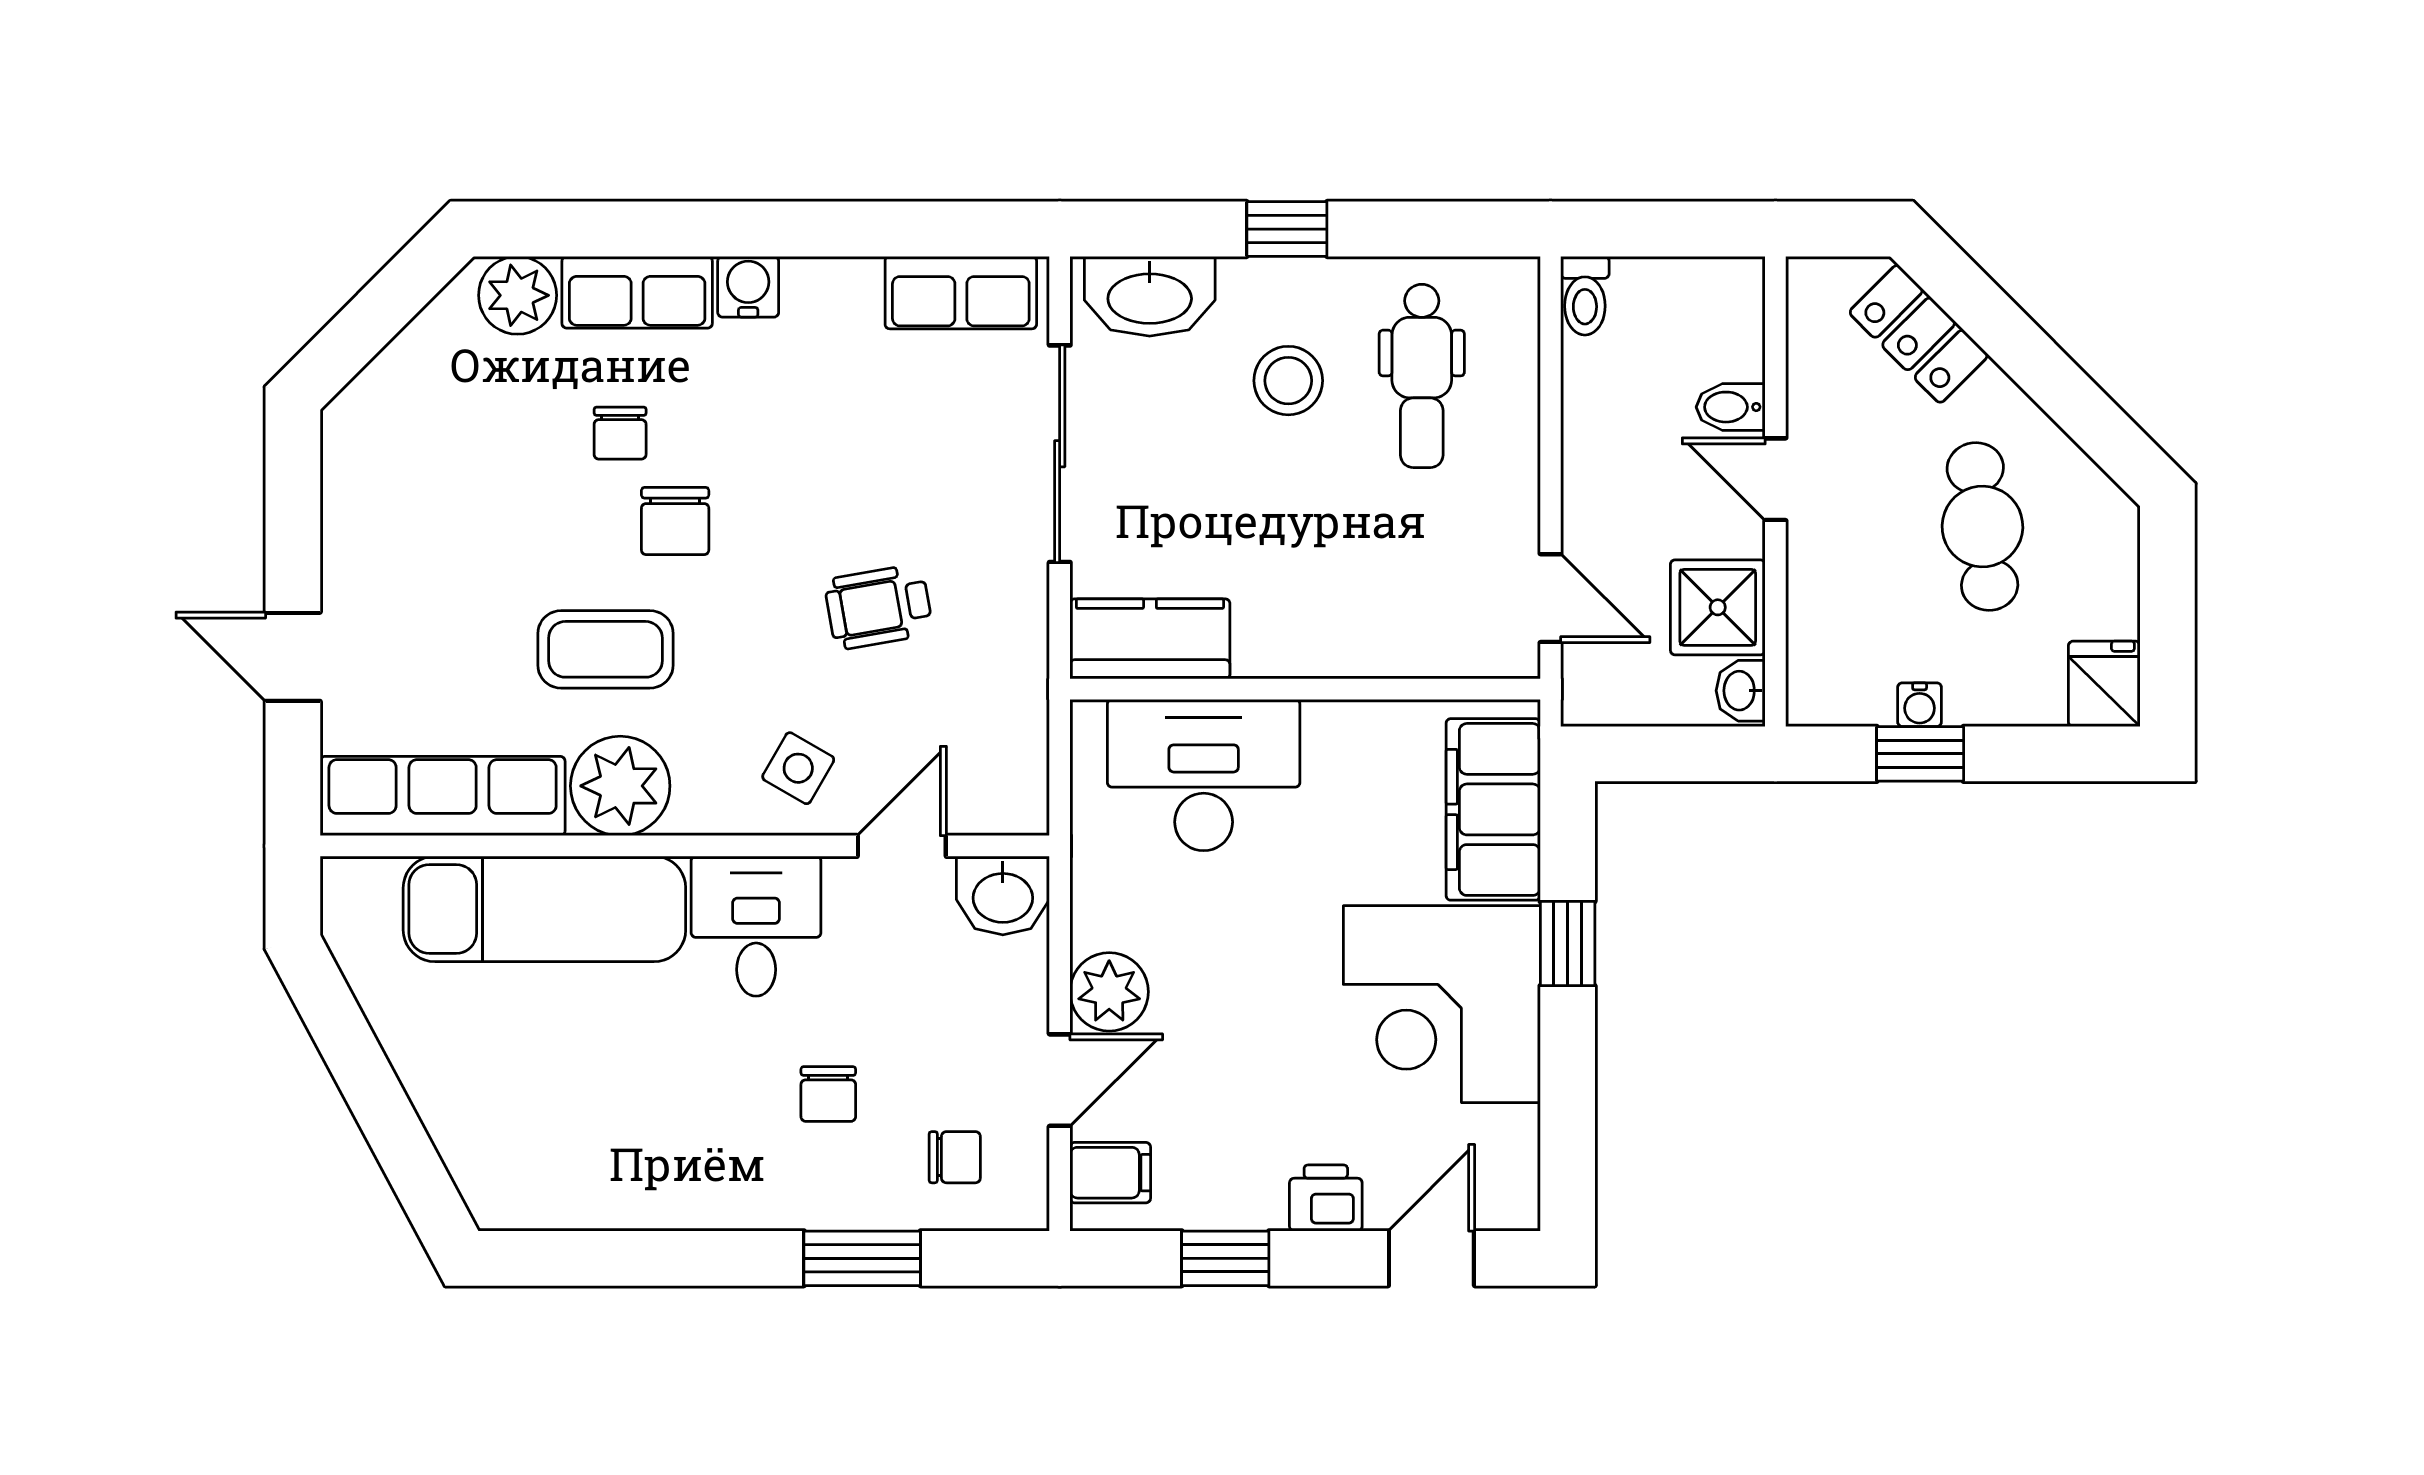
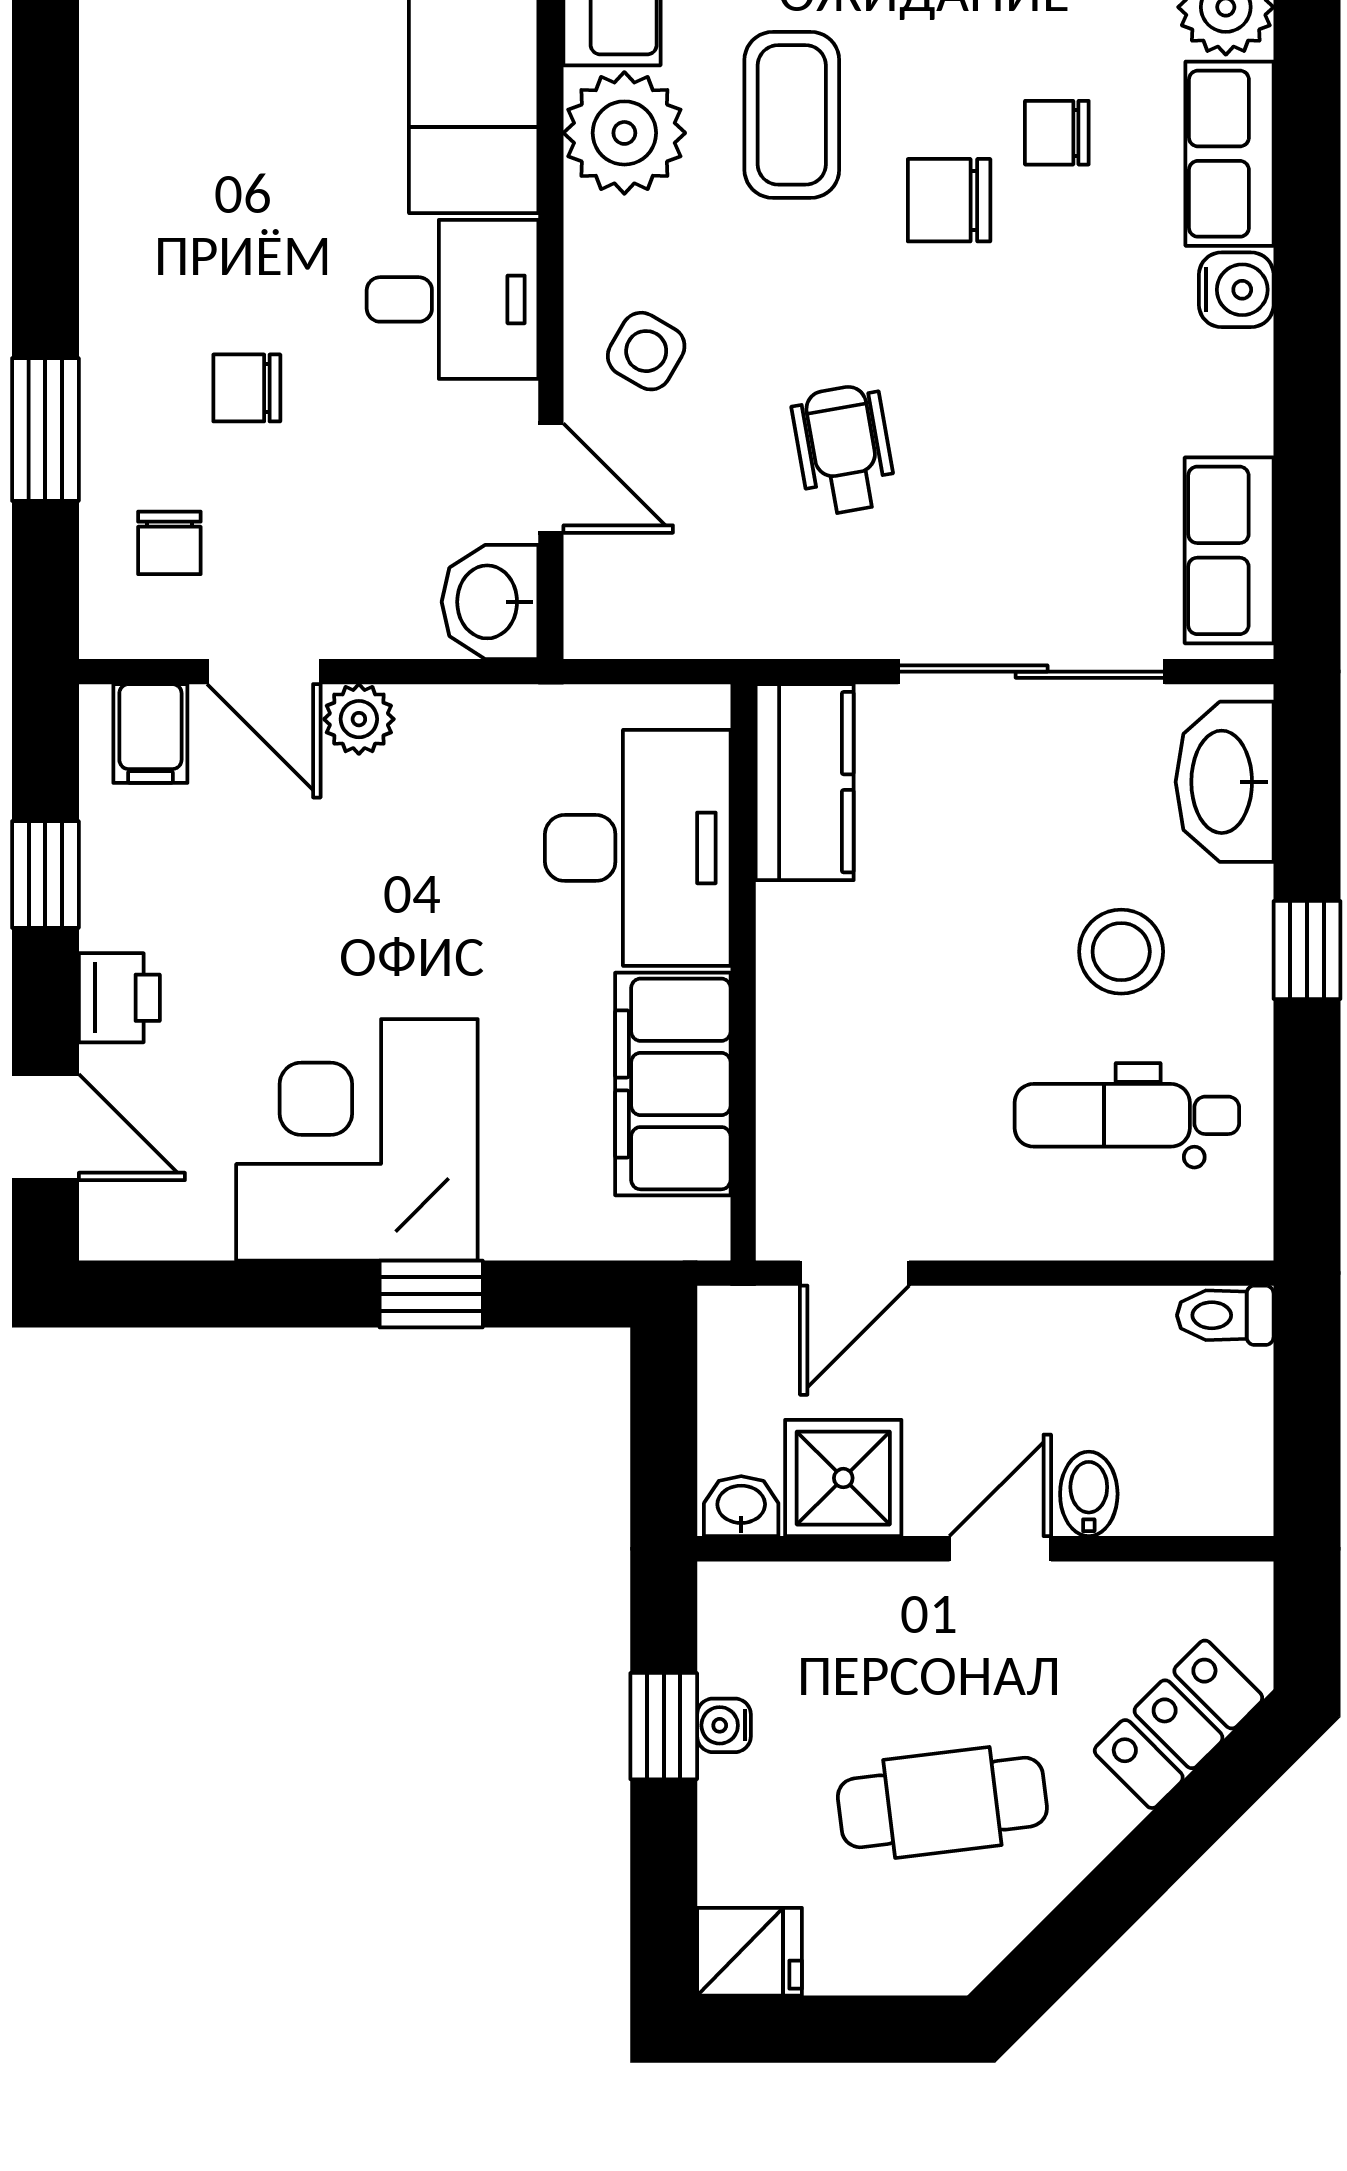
filing cabinet: (1493, 809) -> (673, 1084), moved, turned -90
plant: (1109, 992) -> (359, 719), width x0.73, depth x0.73

